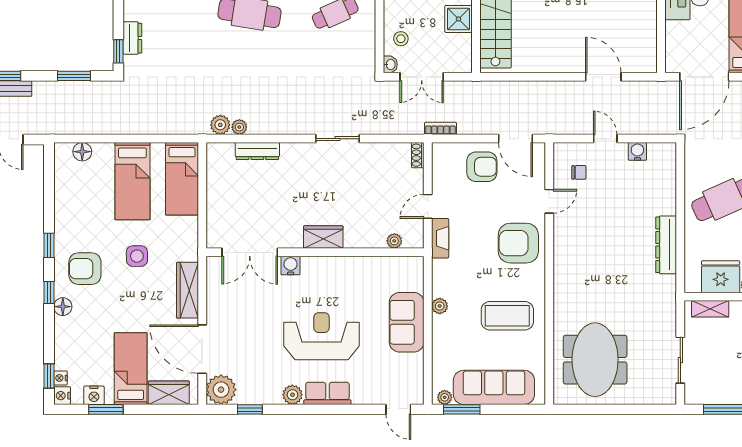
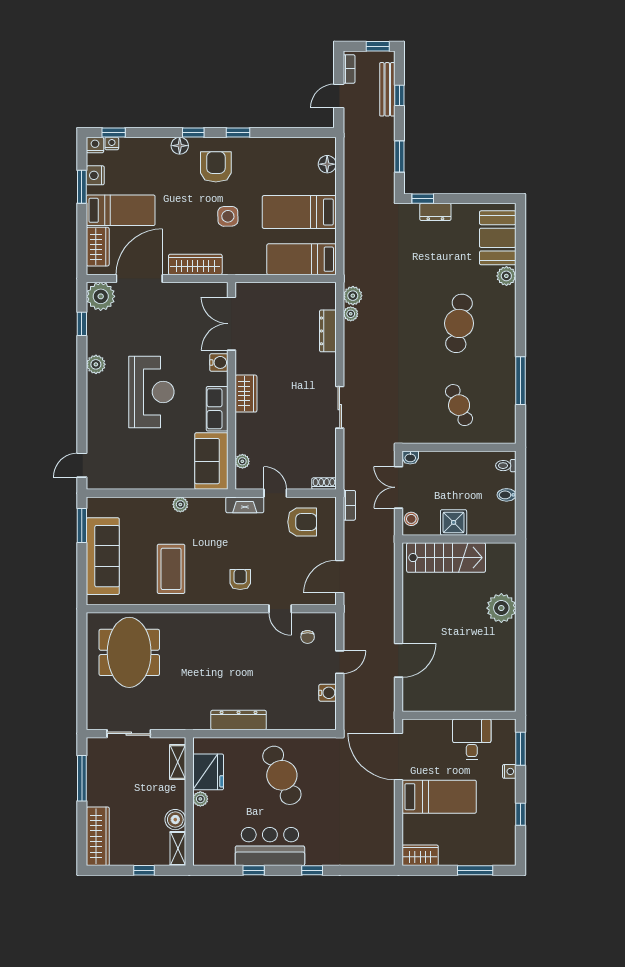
stool: (401, 39) -> (411, 519), moved
armchair: (482, 167) -> (302, 522), moved, turned -90
armchair: (518, 243) -> (240, 579), width x0.53, depth x0.53
sofa: (407, 322) -> (211, 461), moved, turned -90
meeting table: (595, 360) -> (129, 652), turned 90
row of seats: (327, 393) -> (217, 409), moved, turned 180
plant: (445, 397) -> (93, 509), removed

